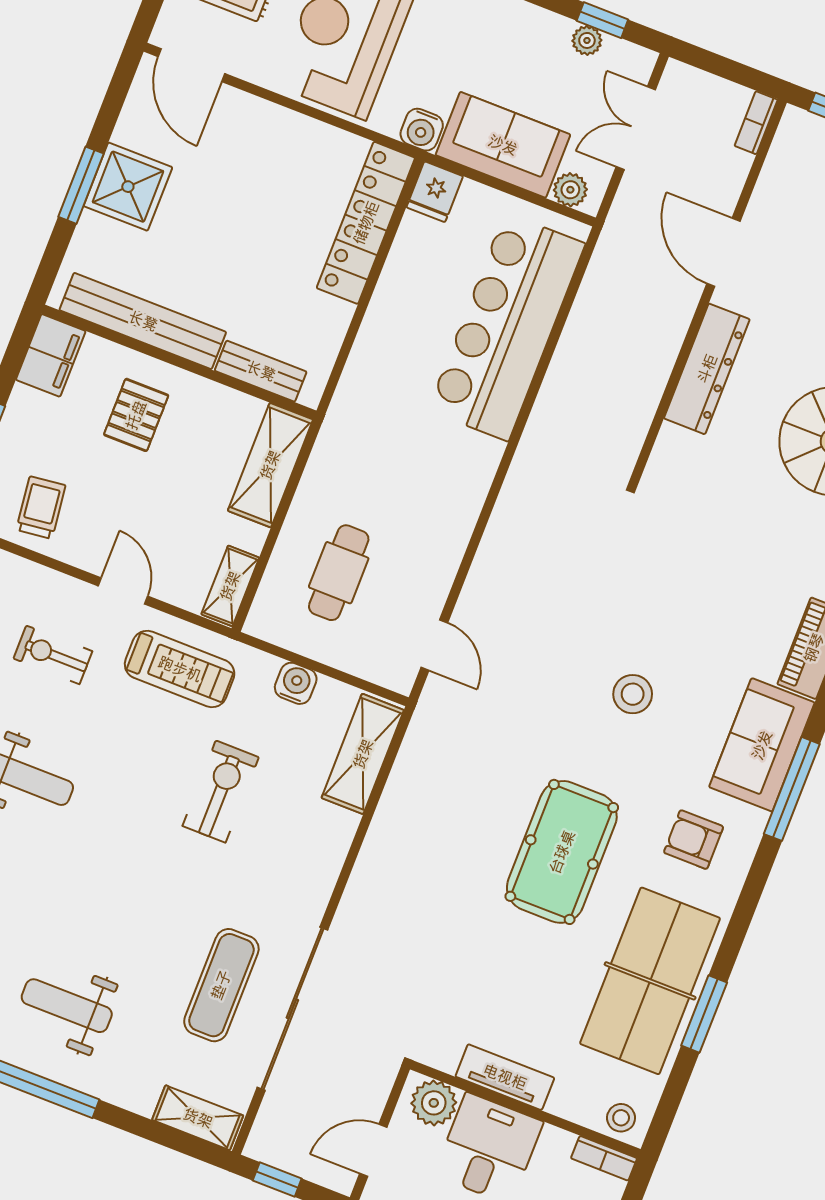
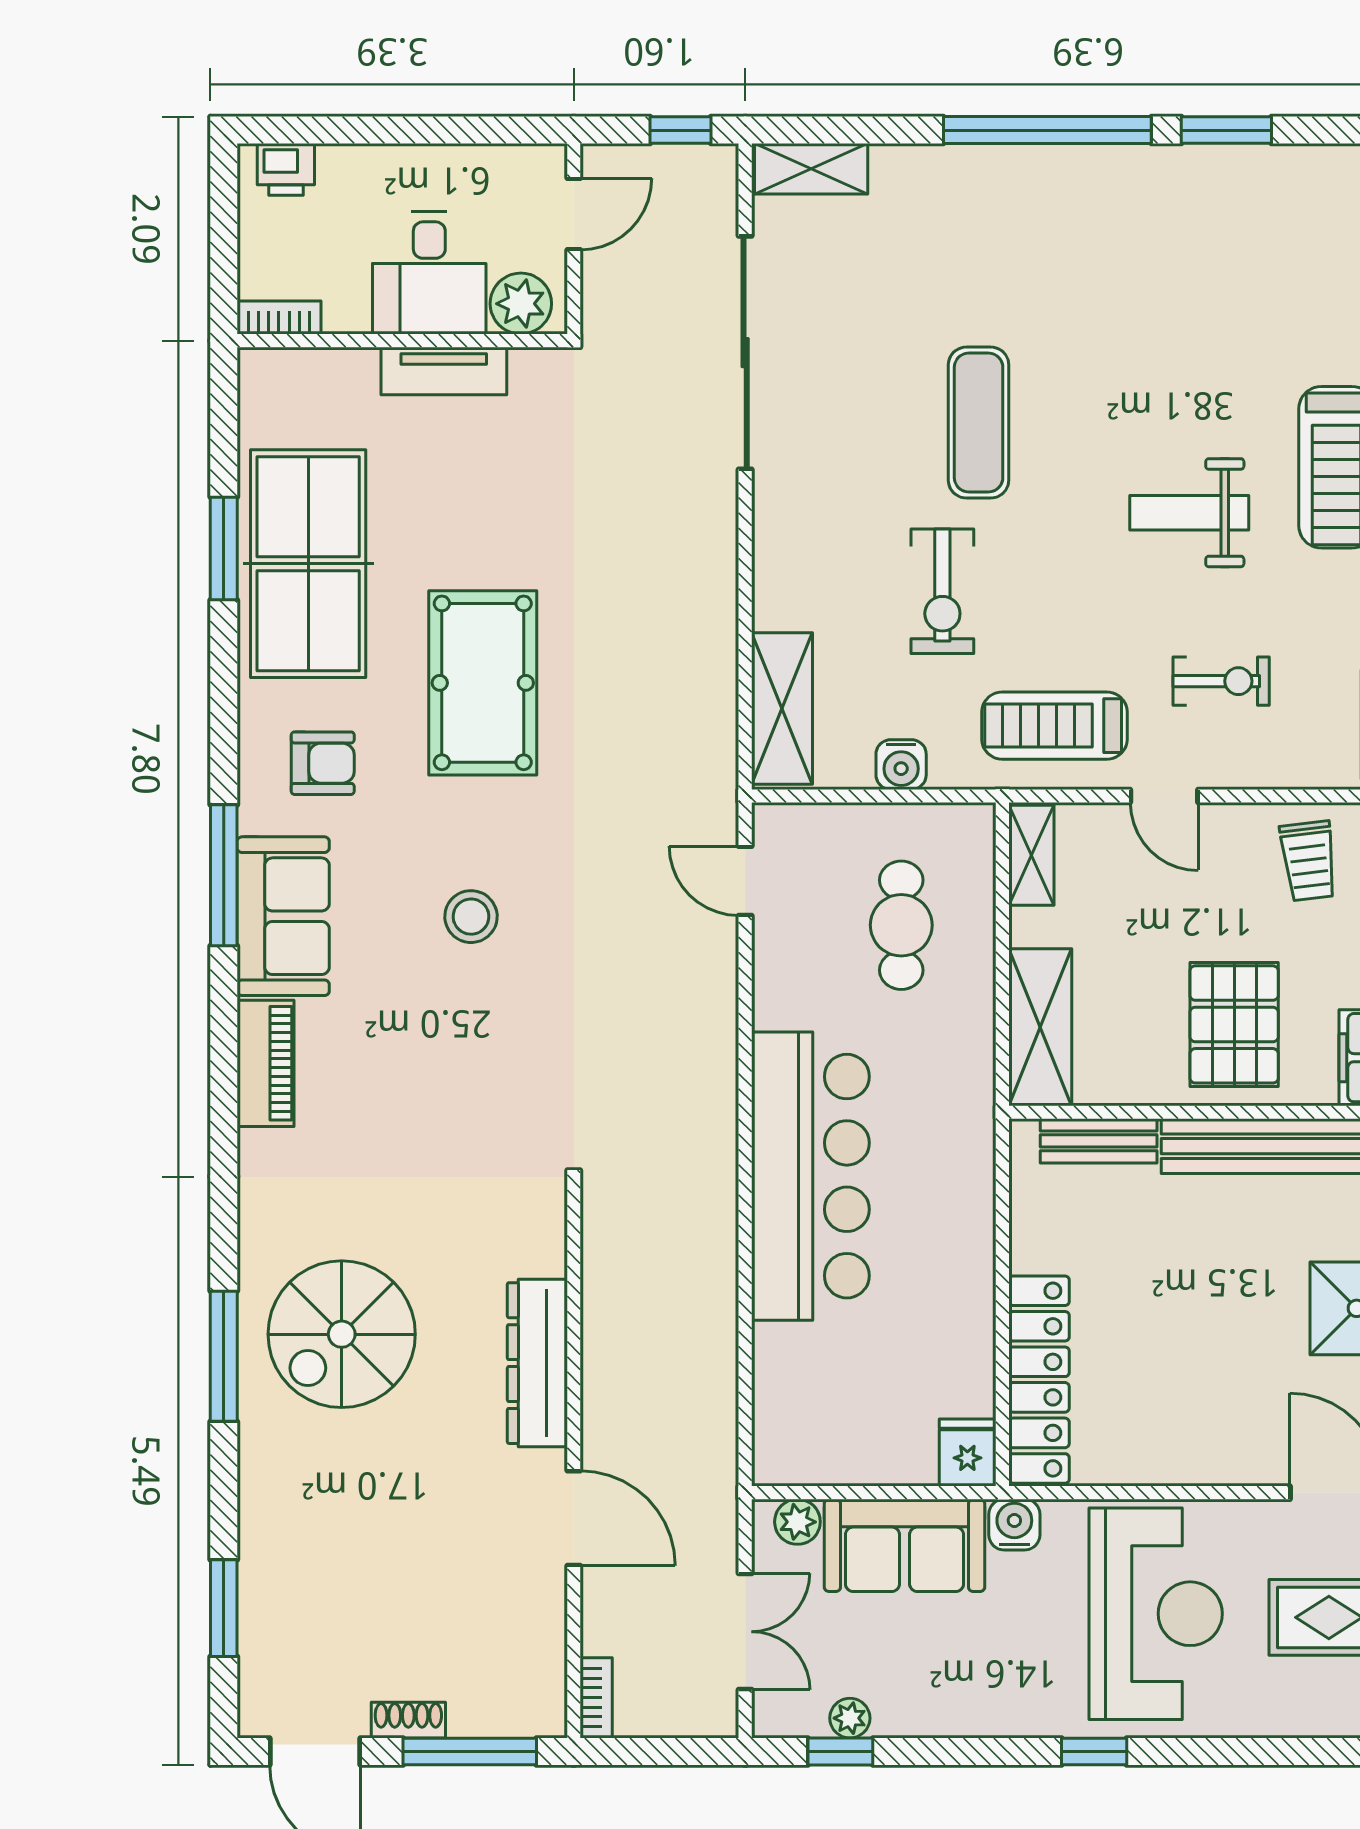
bar counter: (507, 327) -> (810, 1176), moved
pallet: (136, 415) -> (1234, 1024), width x1.50, depth x1.42
exercise mat: (221, 985) -> (979, 423), moved
weight bench: (67, 1006) -> (1031, 246), removed
stool: (621, 1118) -> (277, 377), removed

